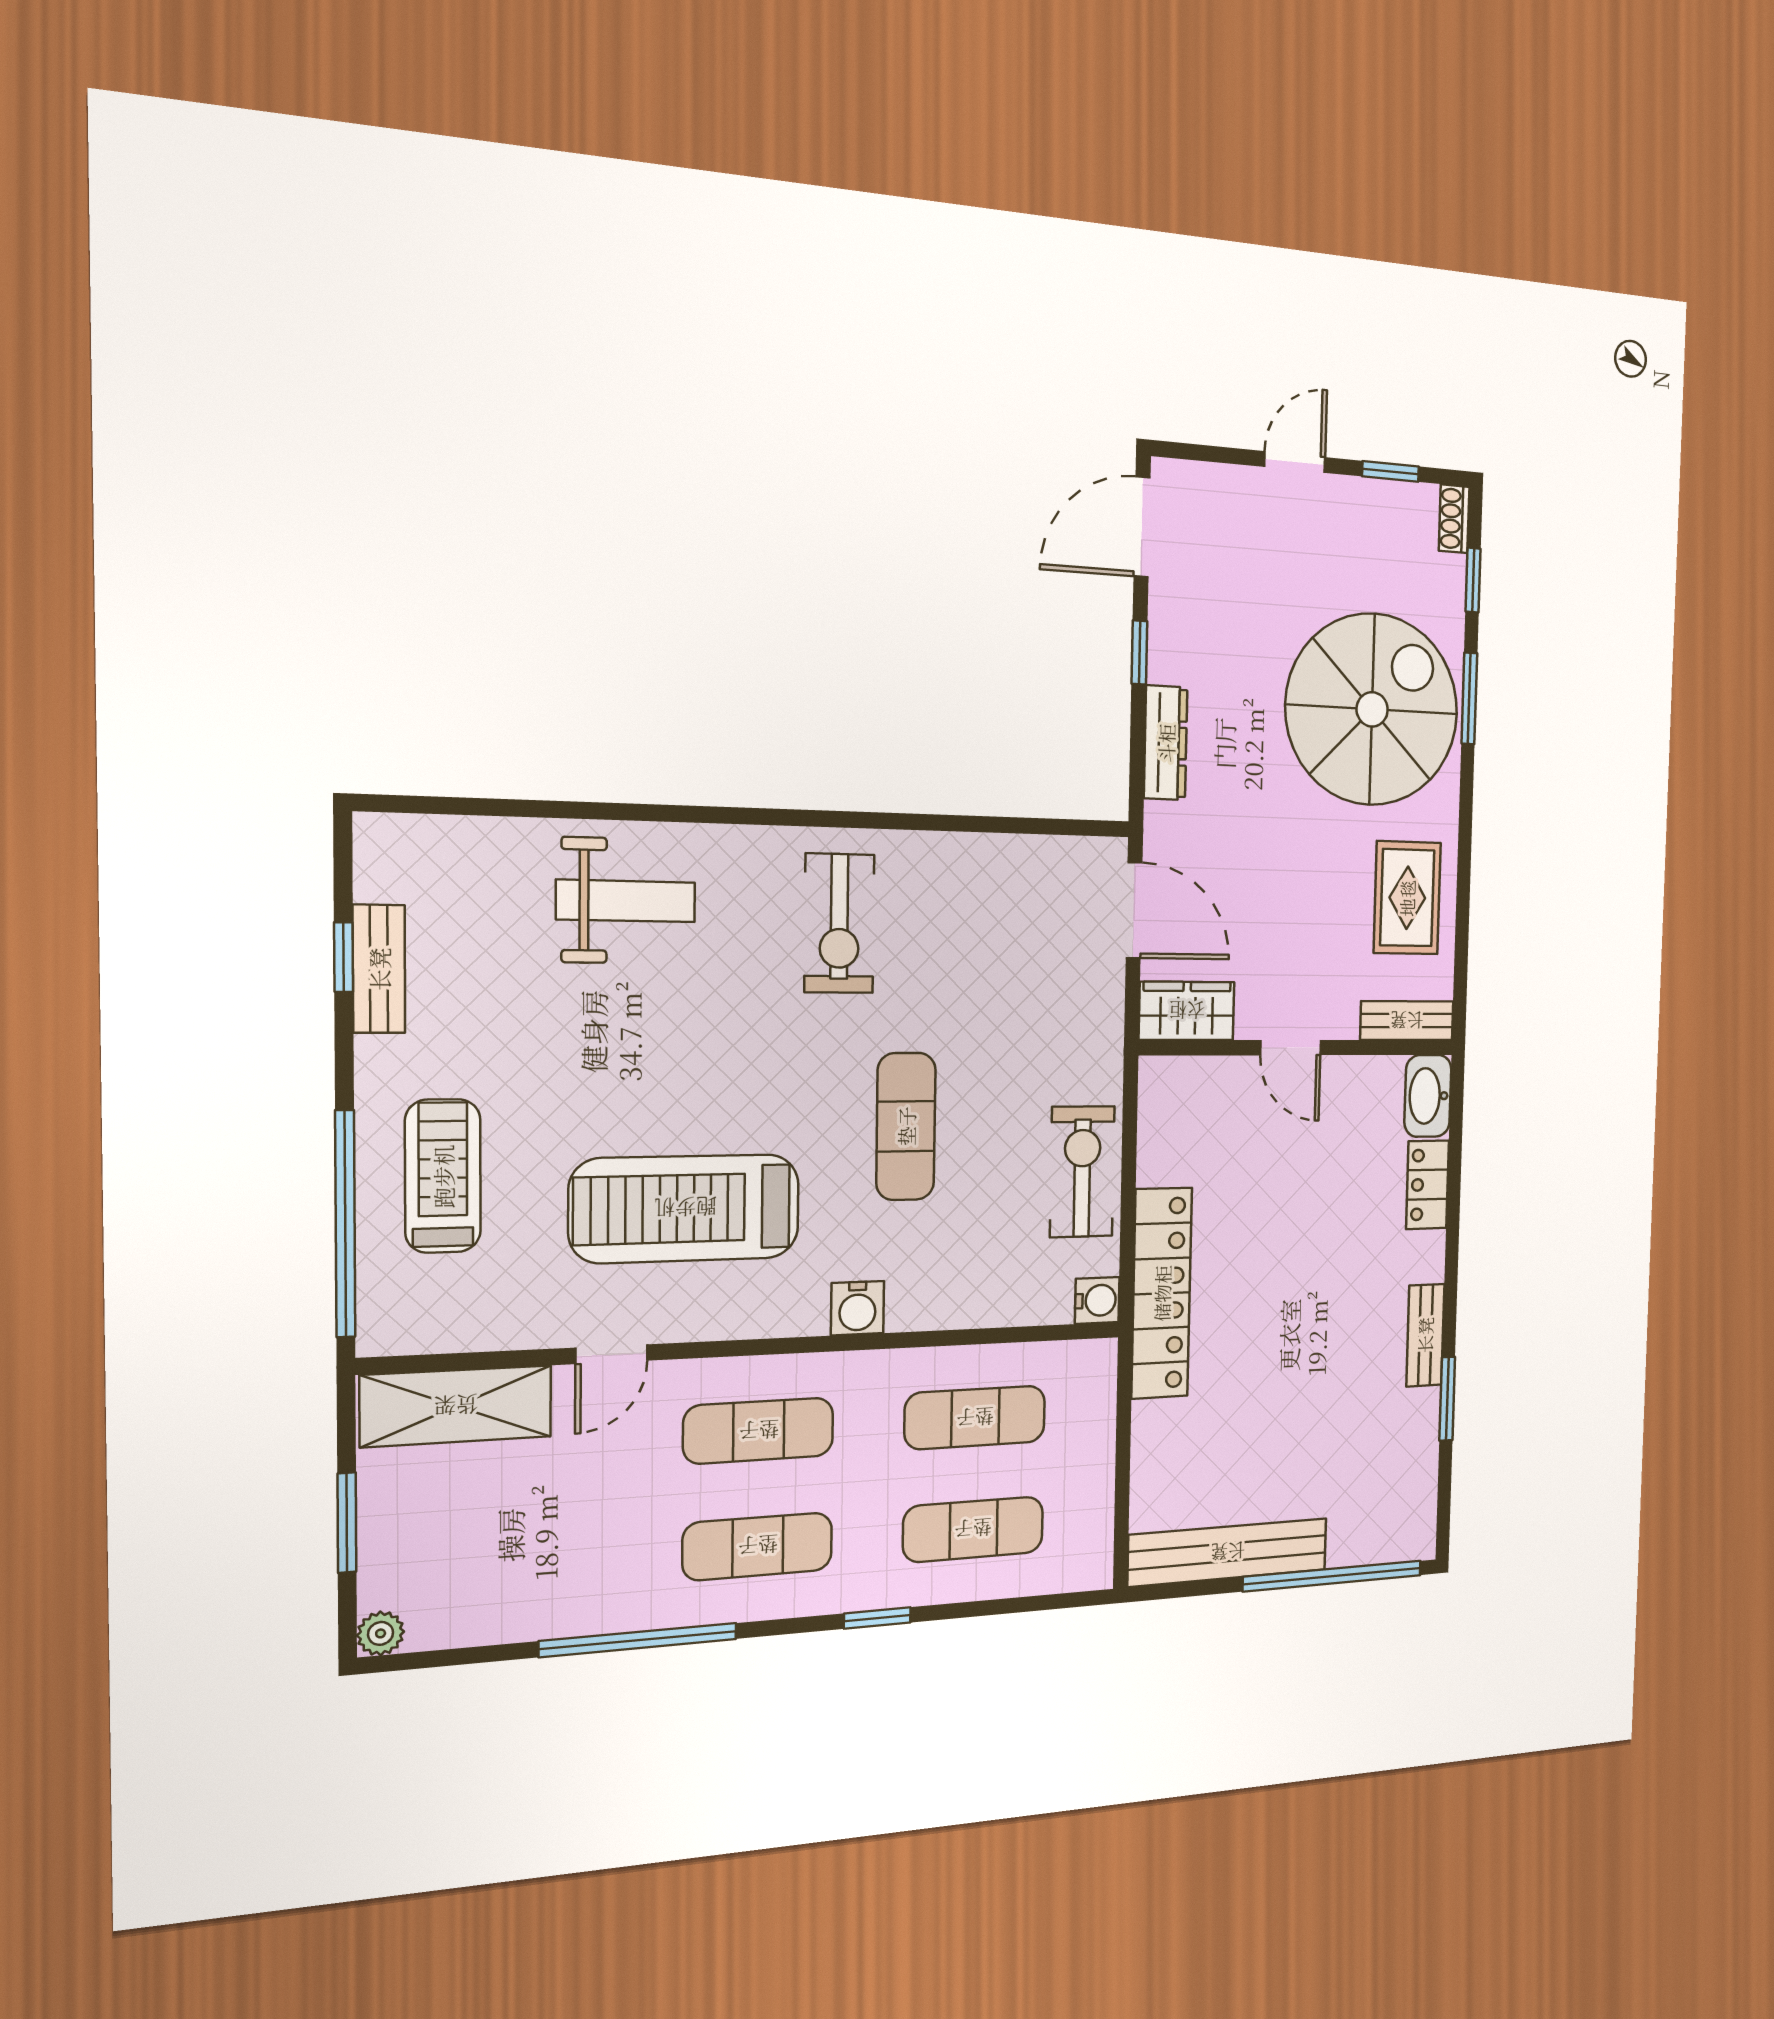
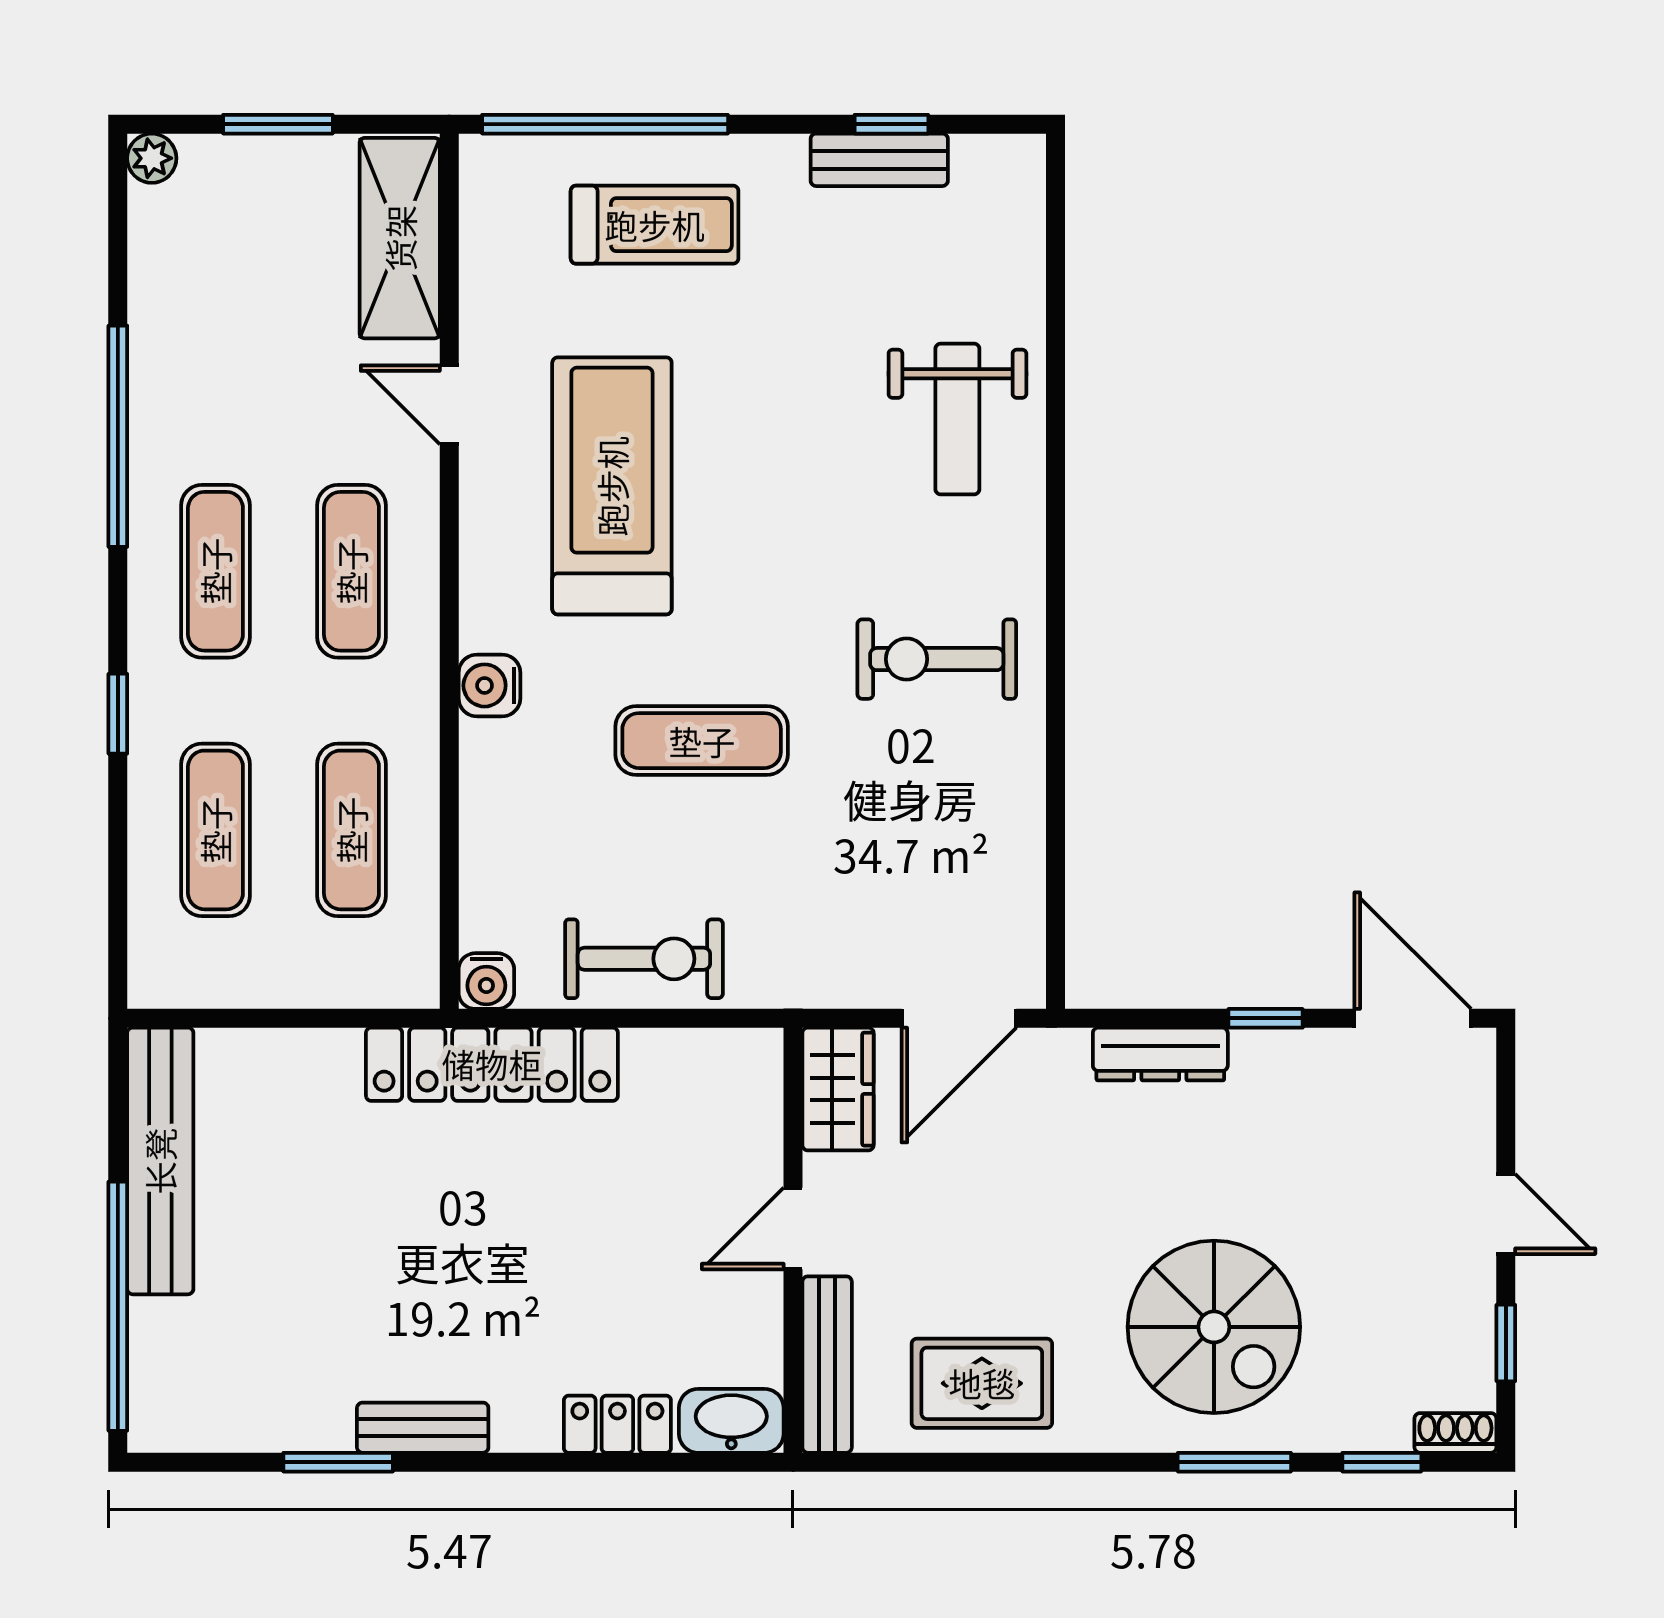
spiral stairs: (1372, 709) -> (1214, 1327), width x0.73, depth x0.73
bench: (1407, 1021) -> (827, 1365), width x1.36

